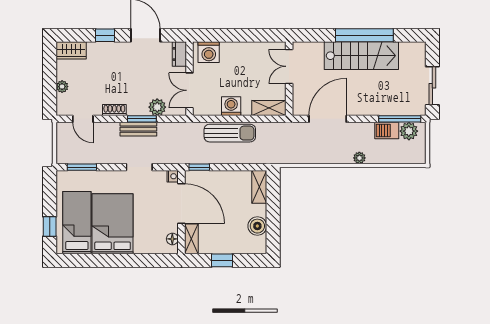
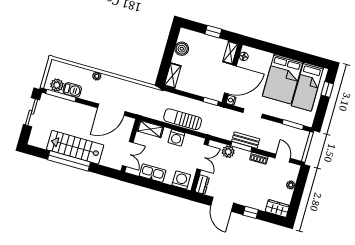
kitchen sink: (249, 50) -> (153, 173), added
door: (181, 204) -> (230, 79), swing flipped

